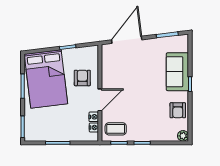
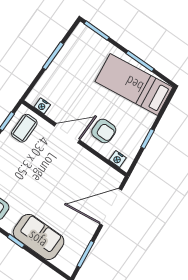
door: (127, 40) -> (111, 207), swing flipped
bed: (46, 79) -> (134, 84), width x0.67
door: (100, 100) -> (67, 133), swing flipped
nightstand: (94, 117) -> (118, 159), moved

